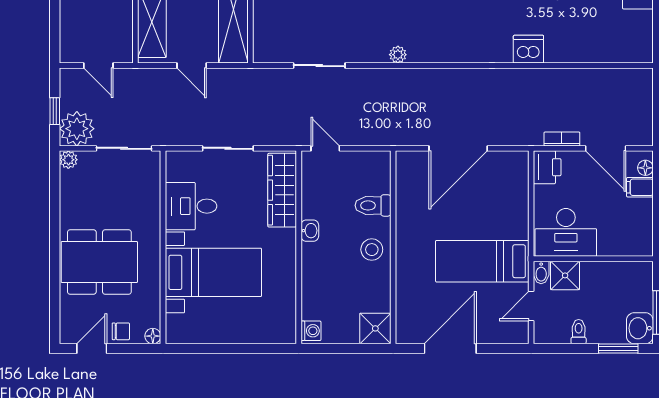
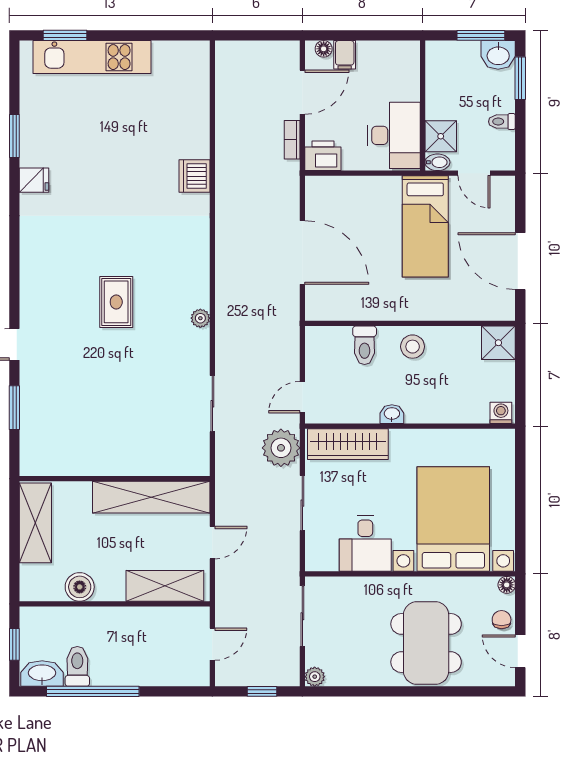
plant: (77, 129) -> (281, 448), moved
bed with nightstands: (213, 272) -> (453, 519), width x1.36

